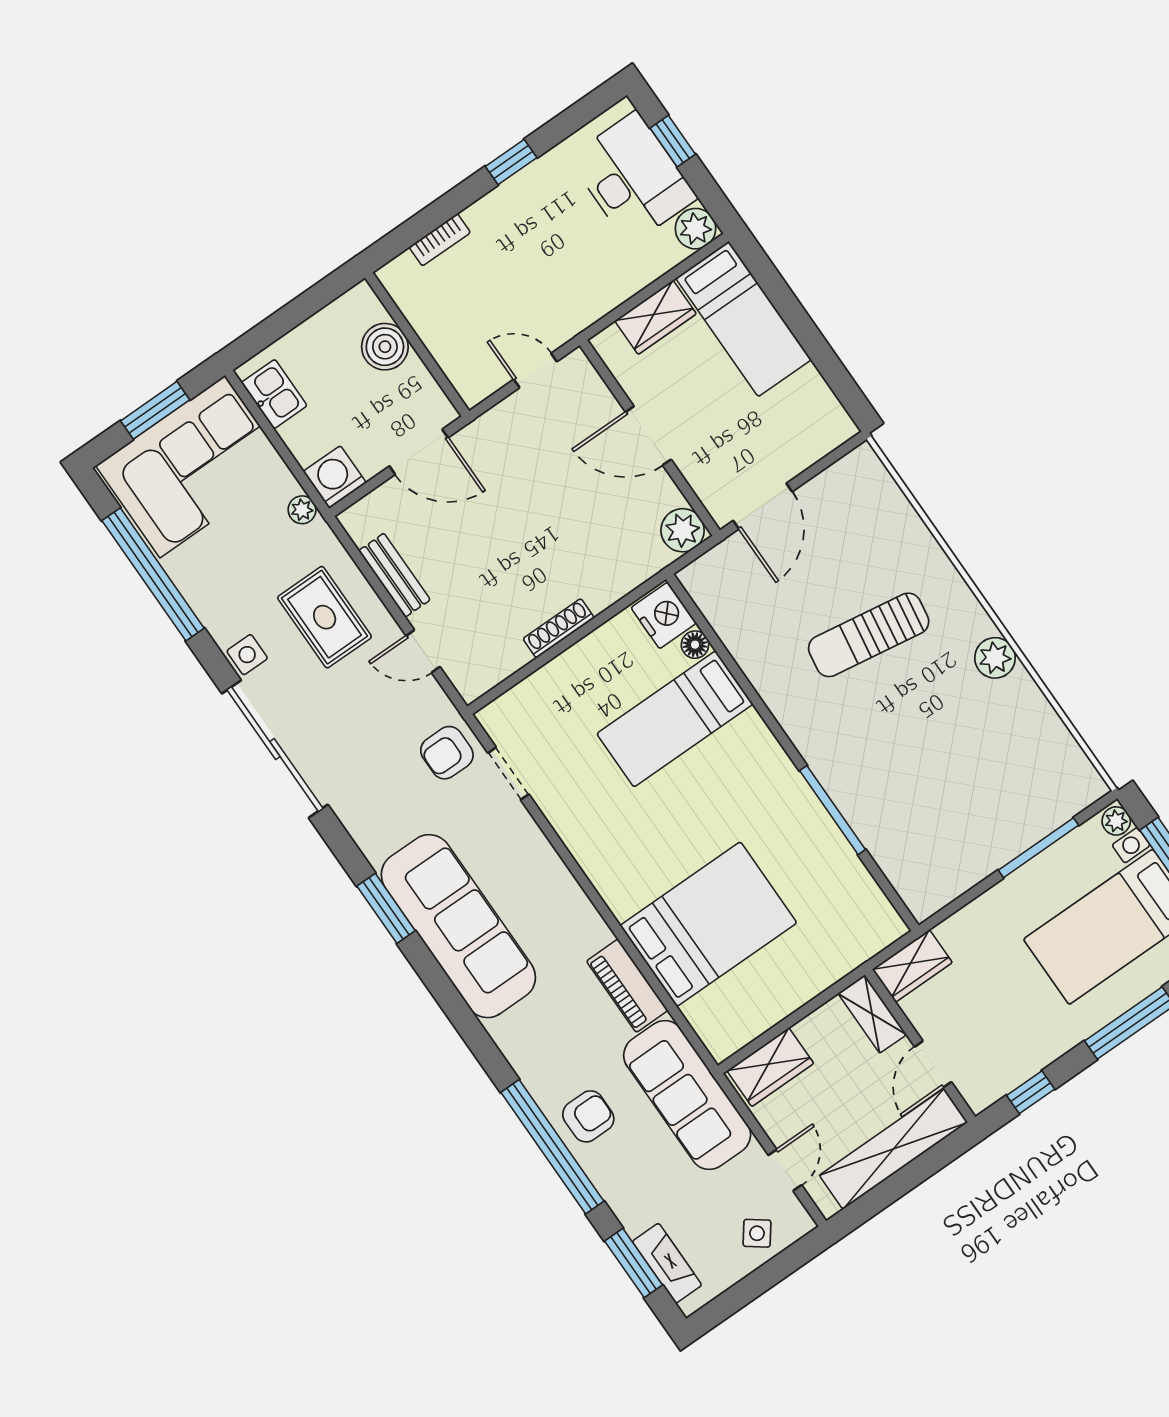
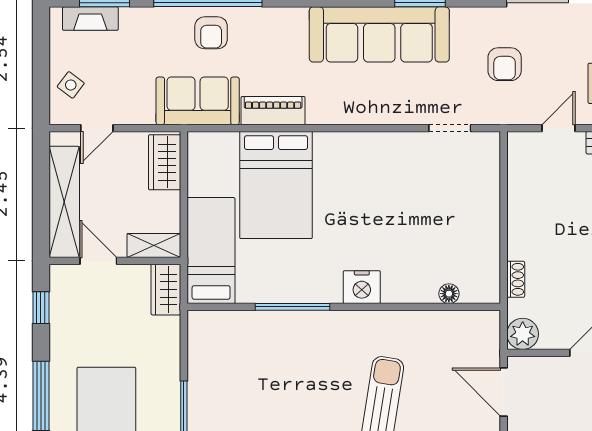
nightstand: (664, 615) -> (362, 287), moved
shoe rack: (559, 628) -> (516, 279), moved, width x0.70
bed: (675, 719) -> (211, 251), moved
armchair: (447, 753) -> (505, 64), moved, turned 180
sofa: (687, 1095) -> (198, 101), width x0.73
door: (785, 1170) -> (97, 128), hinge flipped

